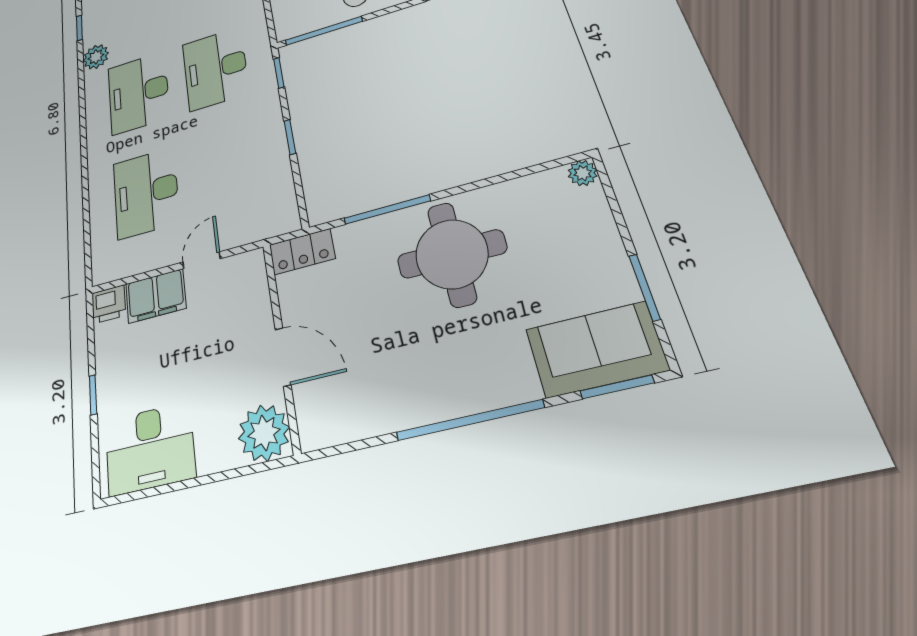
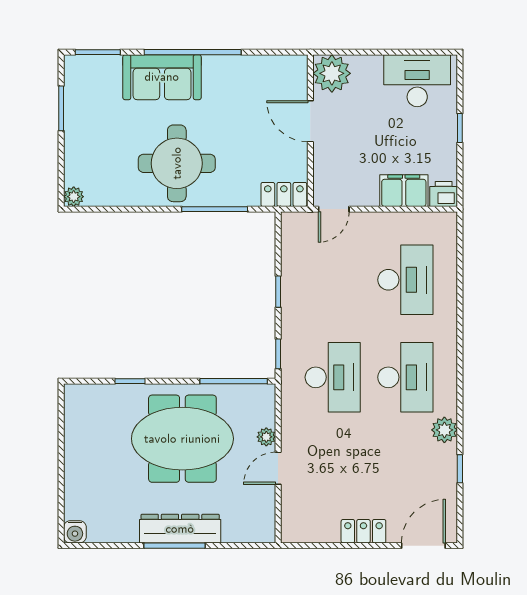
door: (201, 260) -> (334, 209), moved
sofa: (596, 349) -> (162, 77), moved

